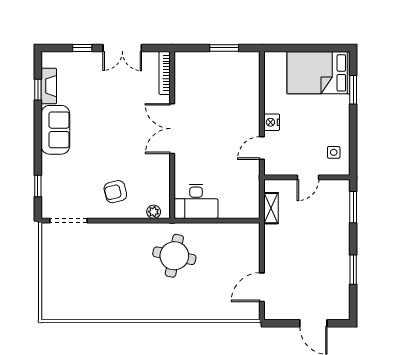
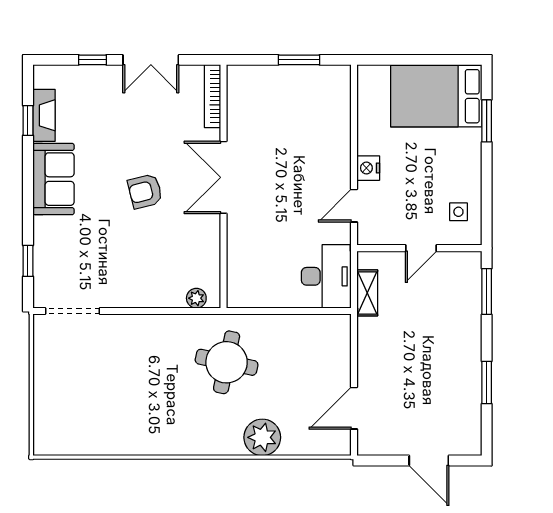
armchair: (115, 192) -> (145, 191), moved
desk: (196, 201) -> (326, 276), moved, turned -90
plant: (199, 307) -> (262, 437), added

